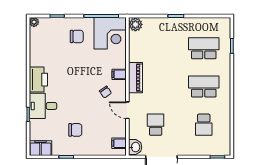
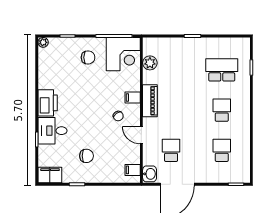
plant: (135, 24) -> (150, 63), moved
school desk: (204, 86) -> (222, 110), width x0.54
school desk: (204, 125) -> (222, 150), turned 180

